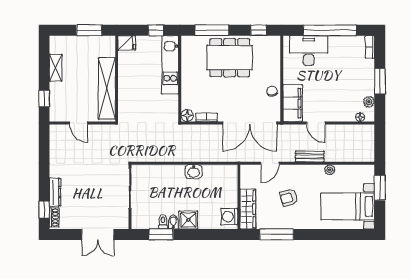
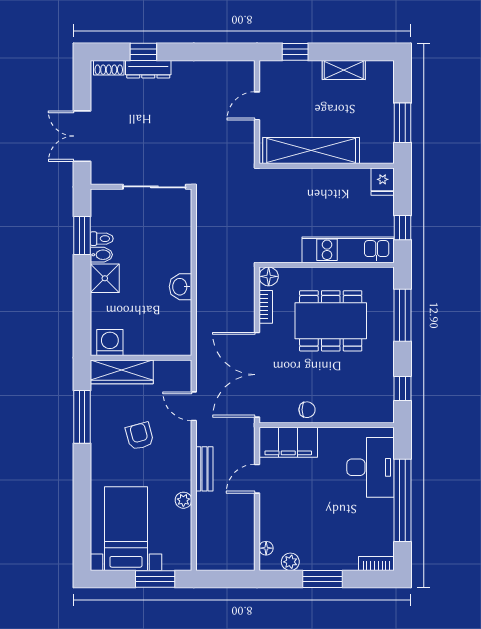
dining table: (230, 58) -> (331, 321), moved, turned 90
window: (44, 209) -> (143, 52), moved

